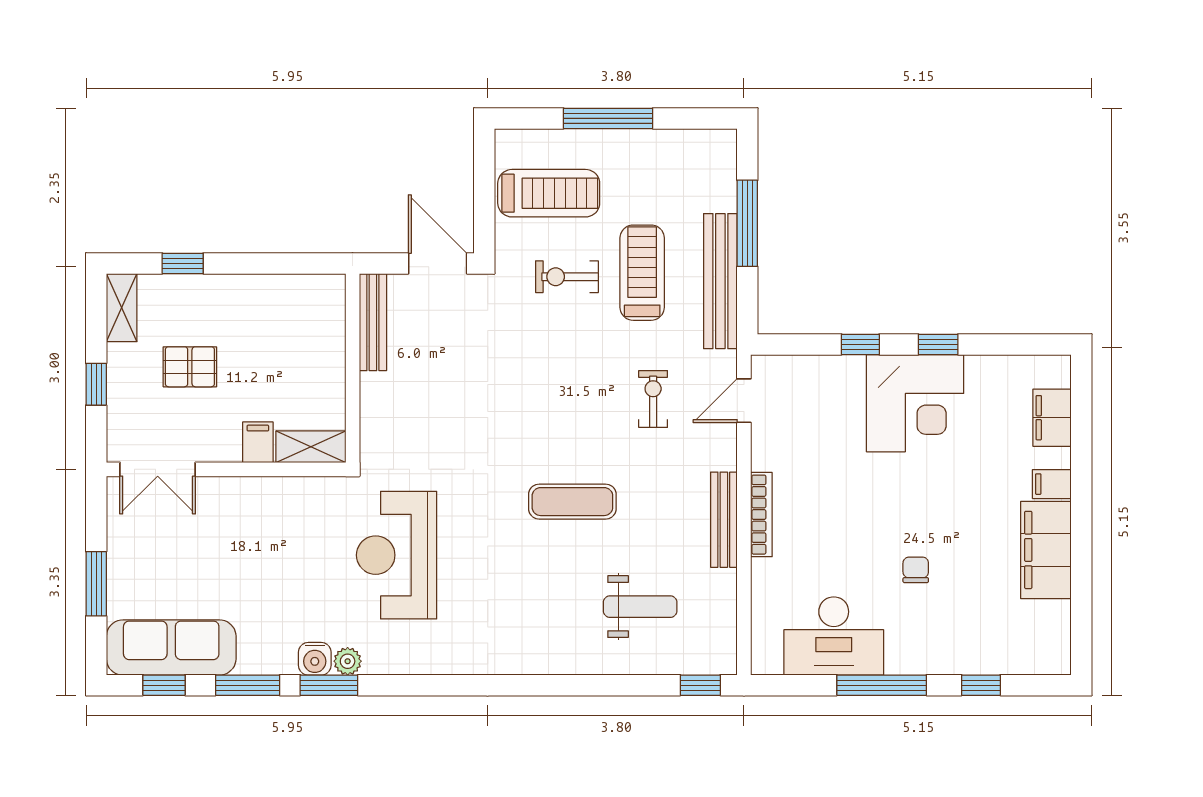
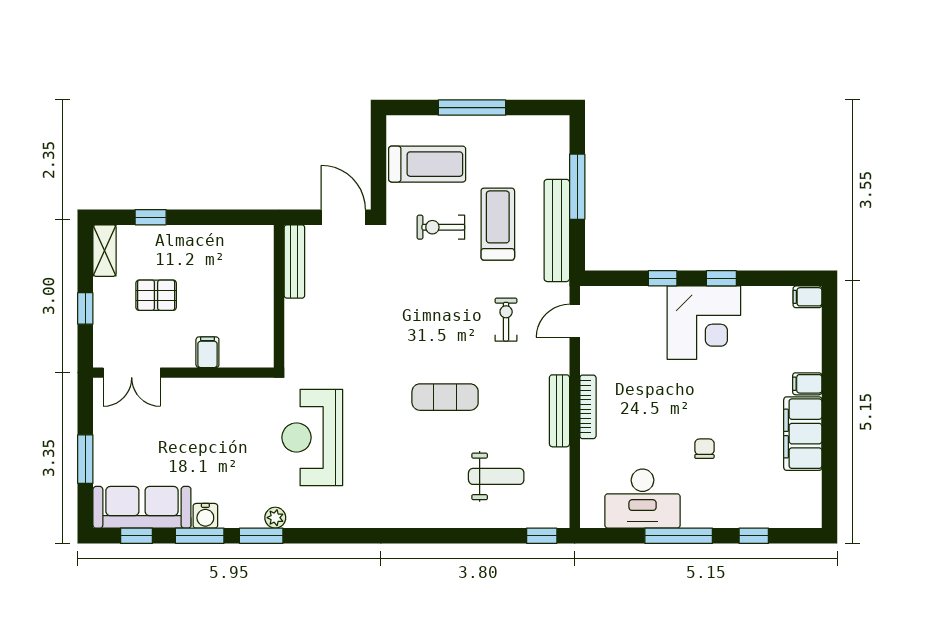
filing cabinet: (1052, 418) -> (807, 297), moved, width x0.50
shelving: (311, 447) -> (247, 356), removed
water cooler: (315, 659) -> (205, 516), moved

